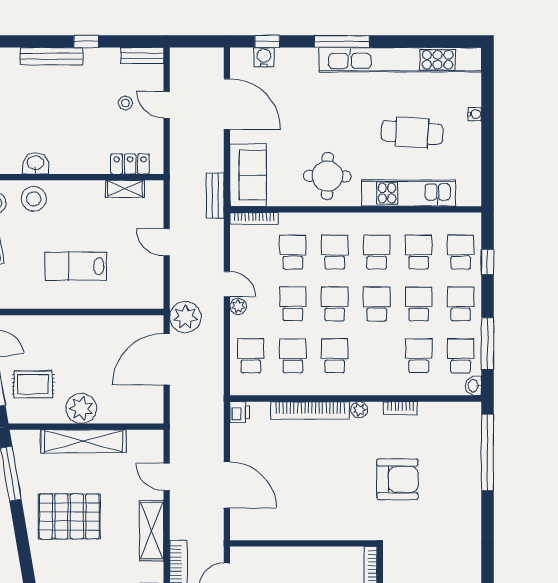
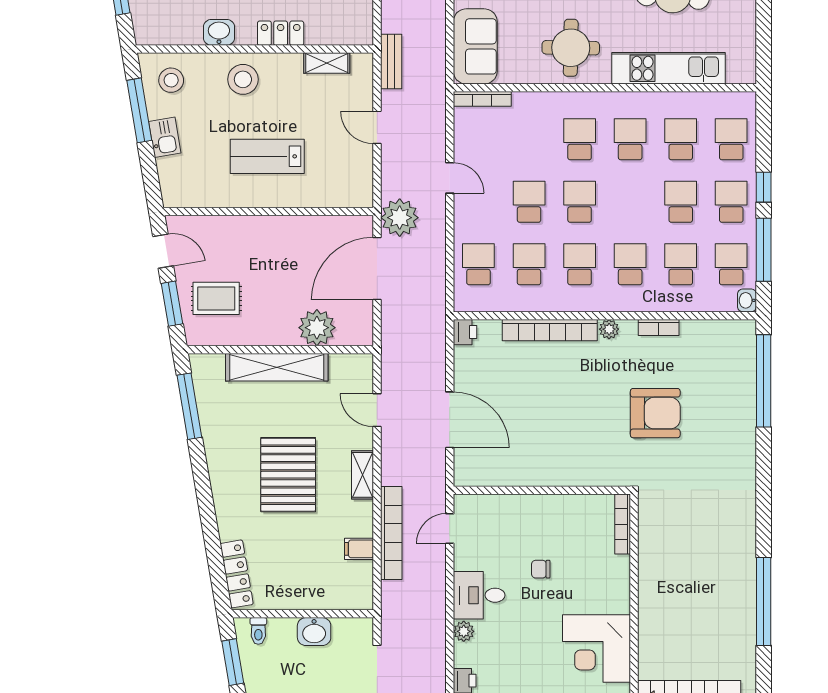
locker: (130, 164) -> (281, 33), moved
bench: (215, 196) -> (391, 61), moved
stool: (34, 199) -> (243, 79), moved
school desk: (293, 252) -> (529, 139), removed
window: (487, 262) -> (764, 187), moved
school desk: (377, 304) -> (630, 264), moved
plant: (238, 306) -> (463, 205), removed
plant: (81, 408) -> (317, 328), moved
pallet: (69, 516) -> (288, 475), moved, turned 90
shelving: (152, 531) -> (362, 475), width x0.67, depth x0.75

